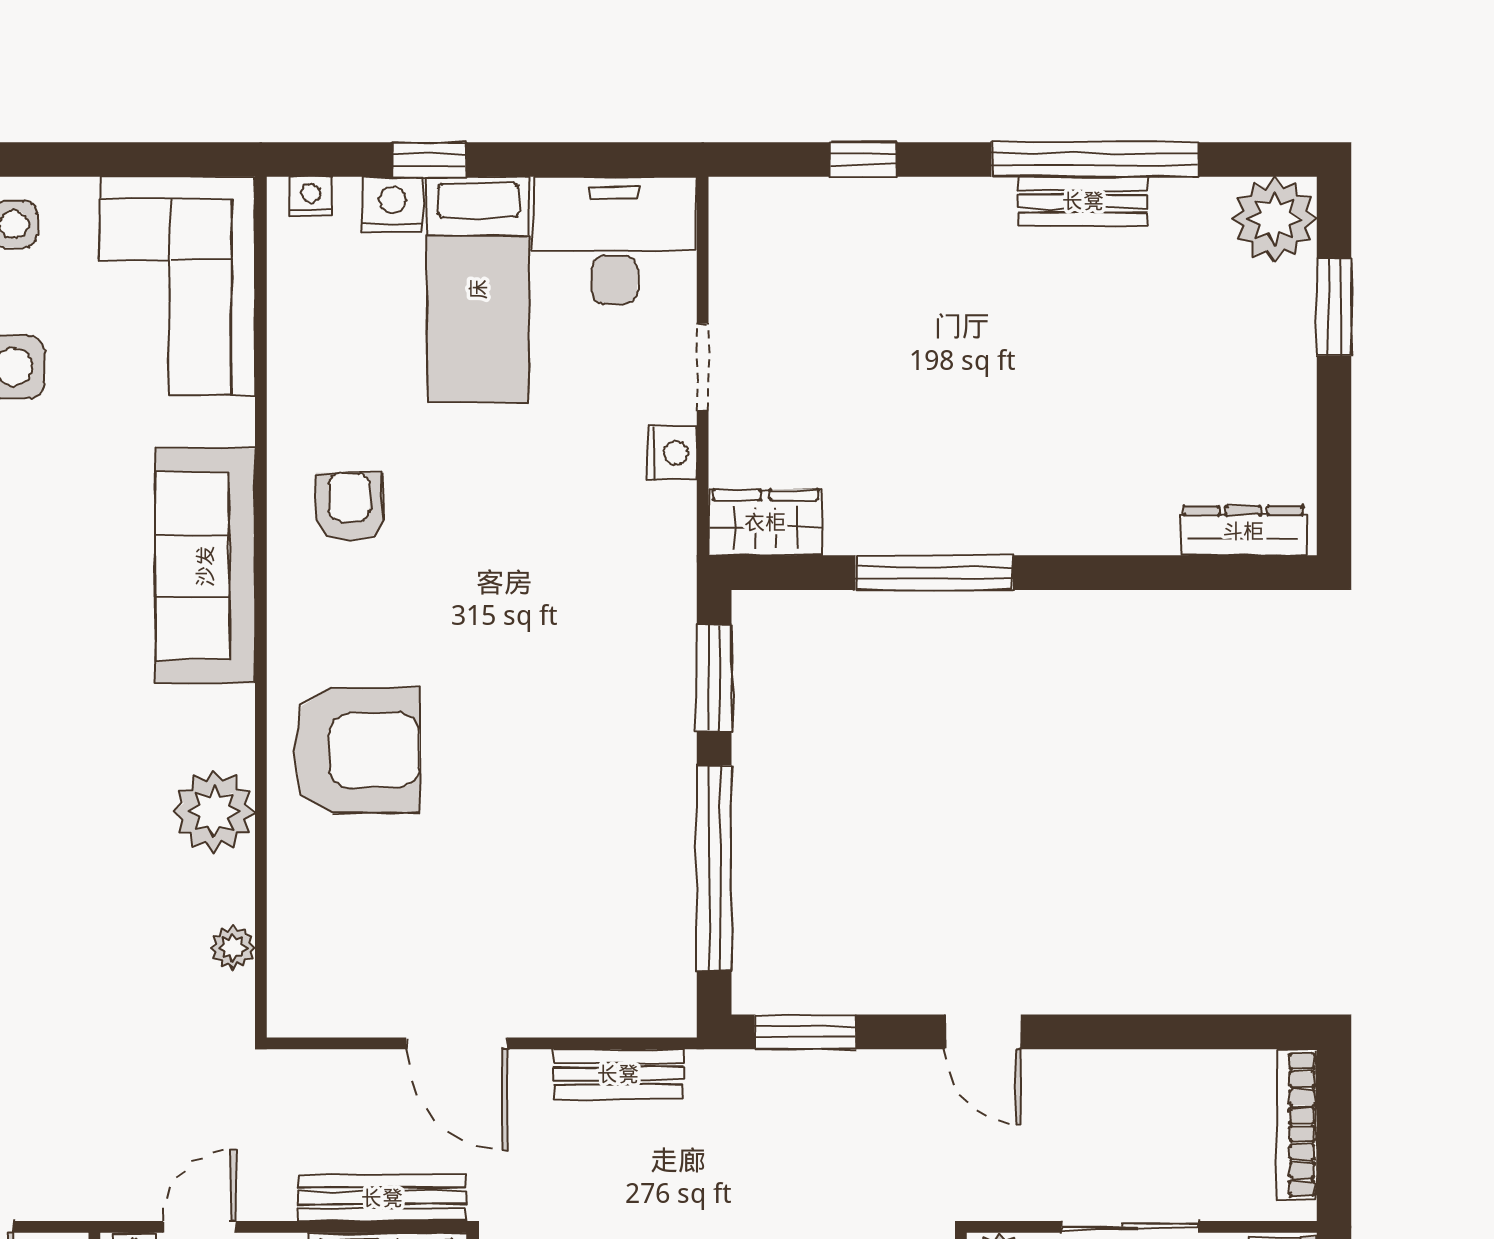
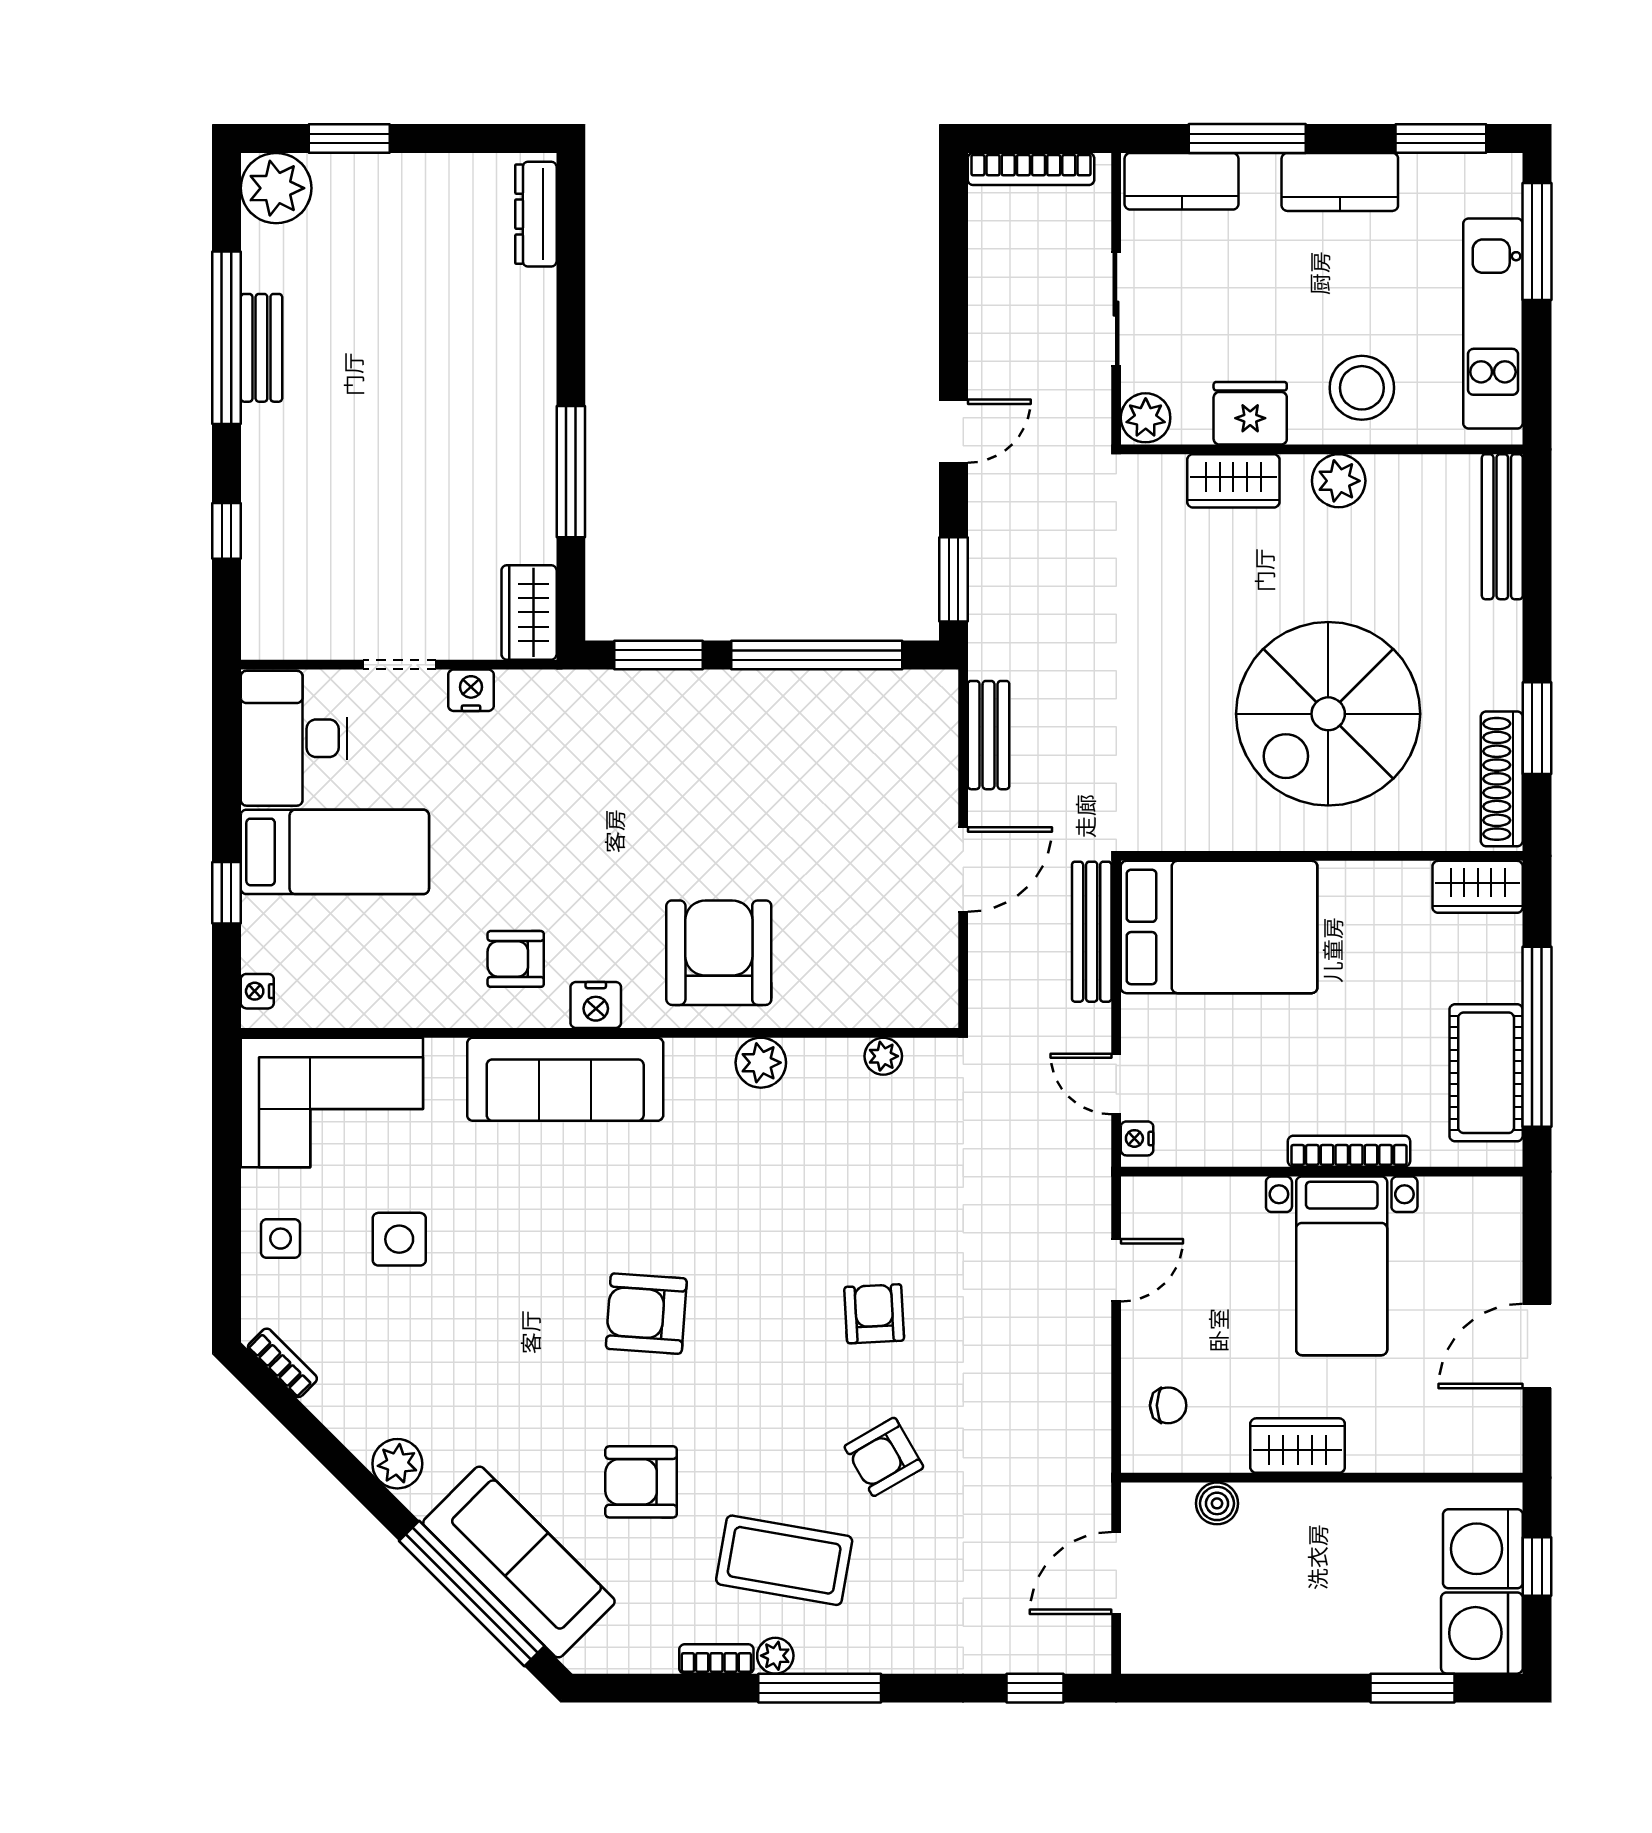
nightstand: (392, 204) -> (596, 1005), moved, turned -90
plant: (214, 812) -> (761, 1063), width x0.73, depth x0.73

